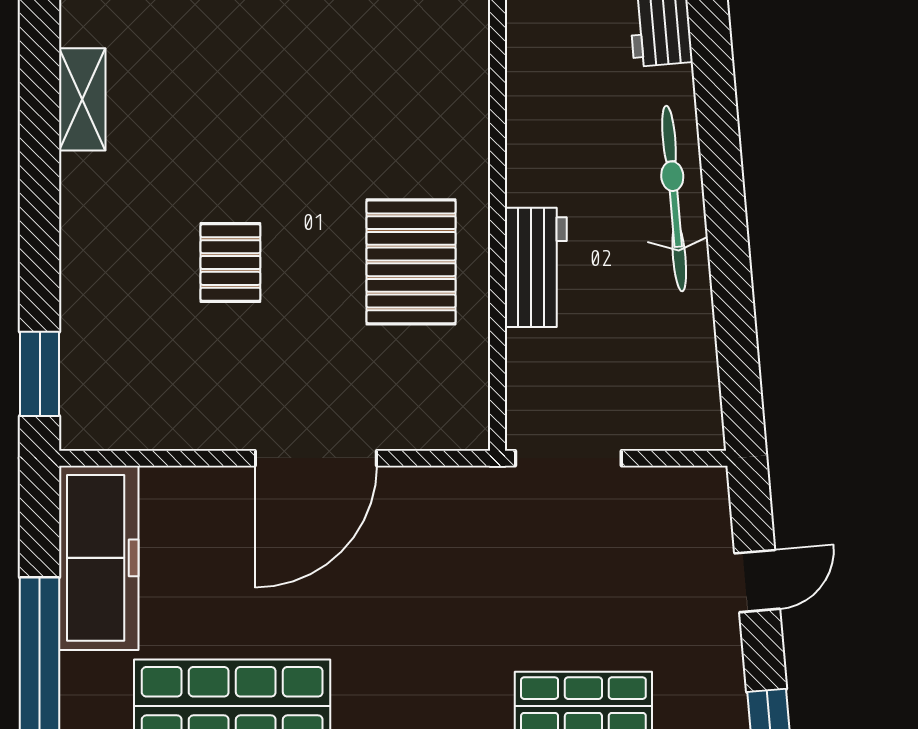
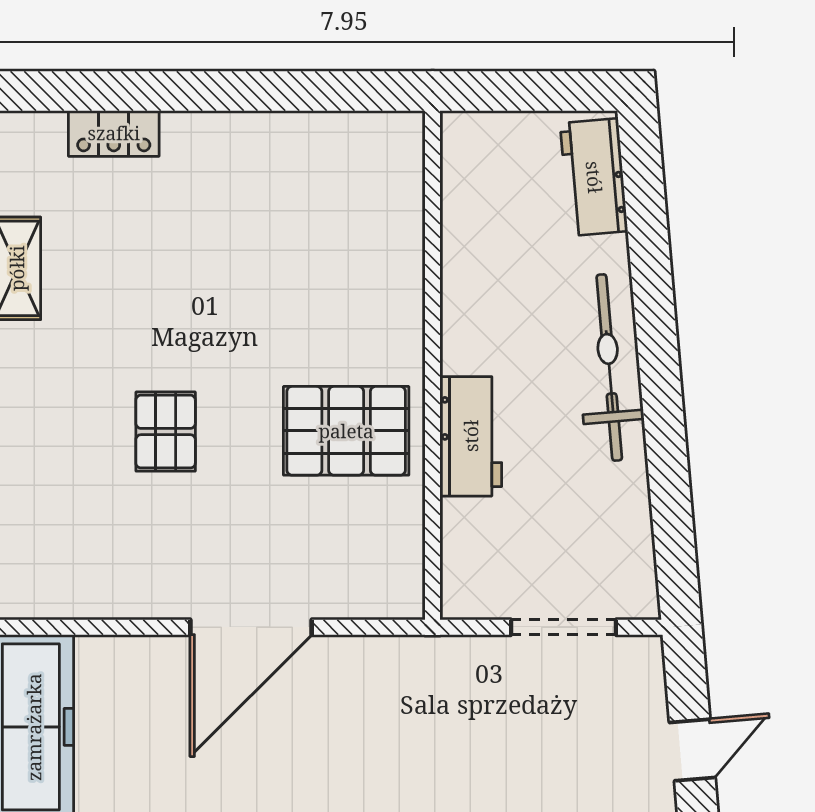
pallet: (411, 262) -> (346, 431), turned 90
doorway: (568, 458) -> (564, 627), moved

